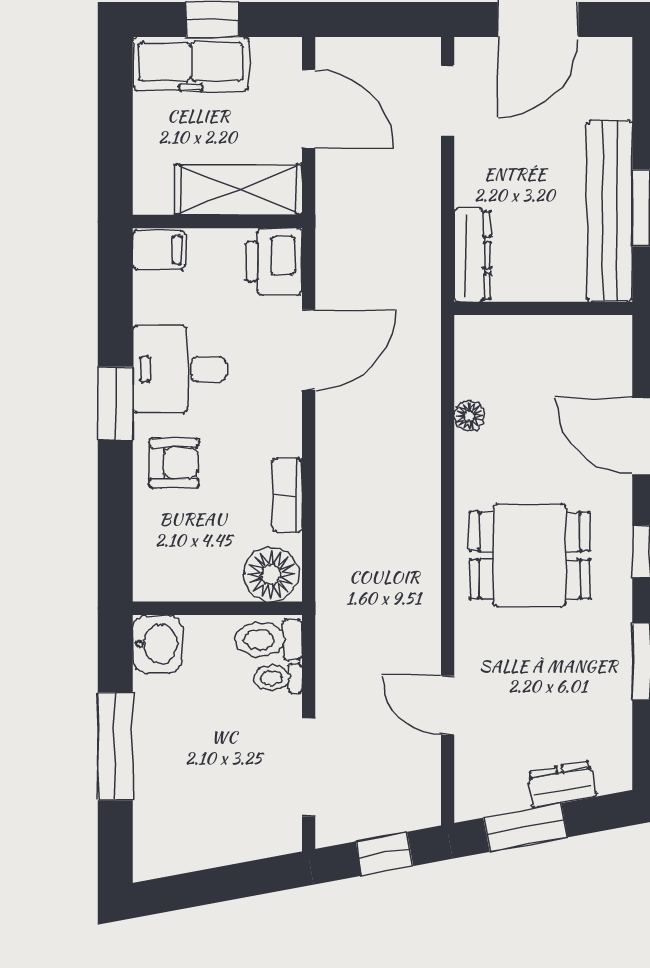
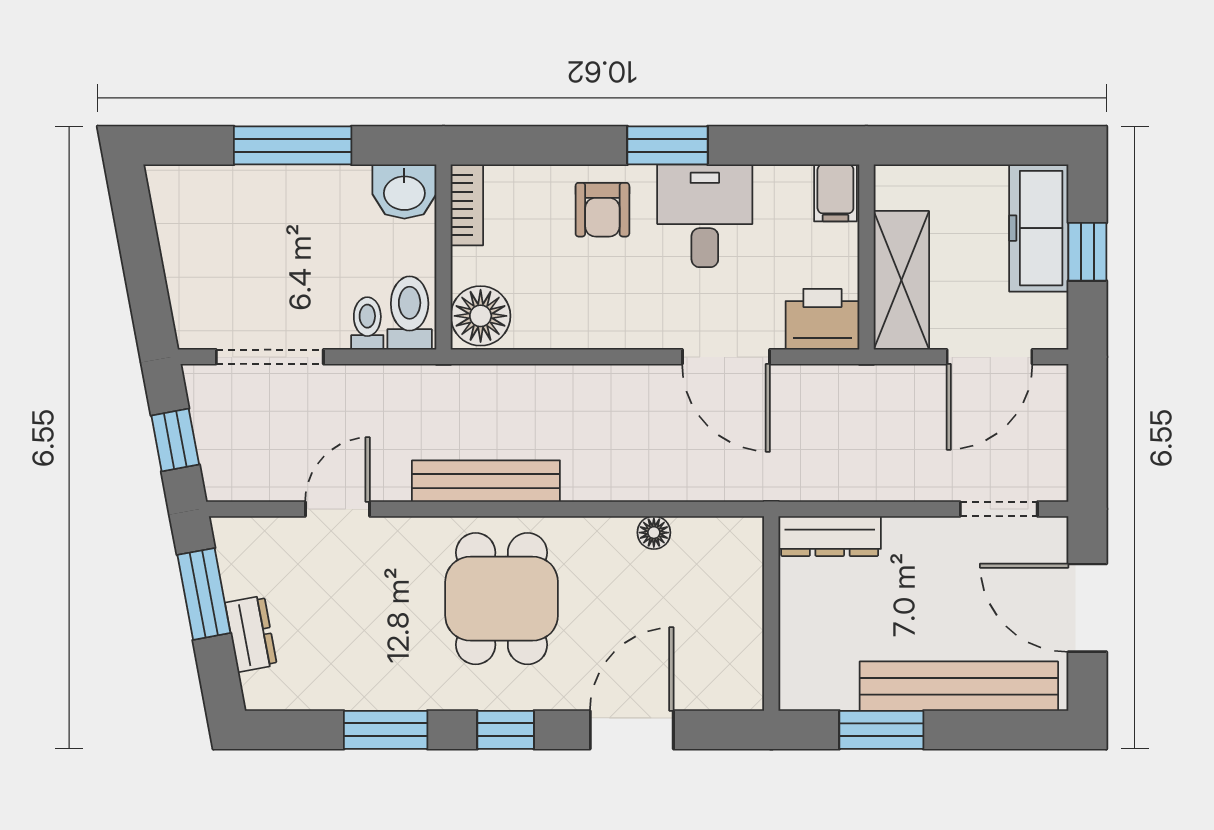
bench: (610, 211) -> (959, 686), moved
bookcase: (287, 495) -> (467, 205), moved, turned 90
bench: (422, 569) -> (486, 481), added

